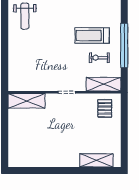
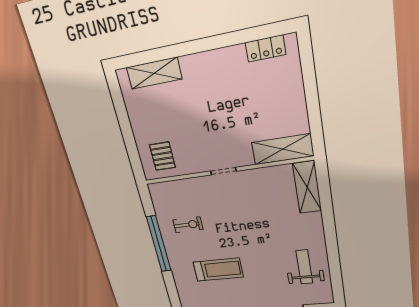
treadmill: (92, 36) -> (218, 270), moved
shelving: (104, 84) -> (307, 187), moved, turned 90
locker: (27, 161) -> (265, 48), added

